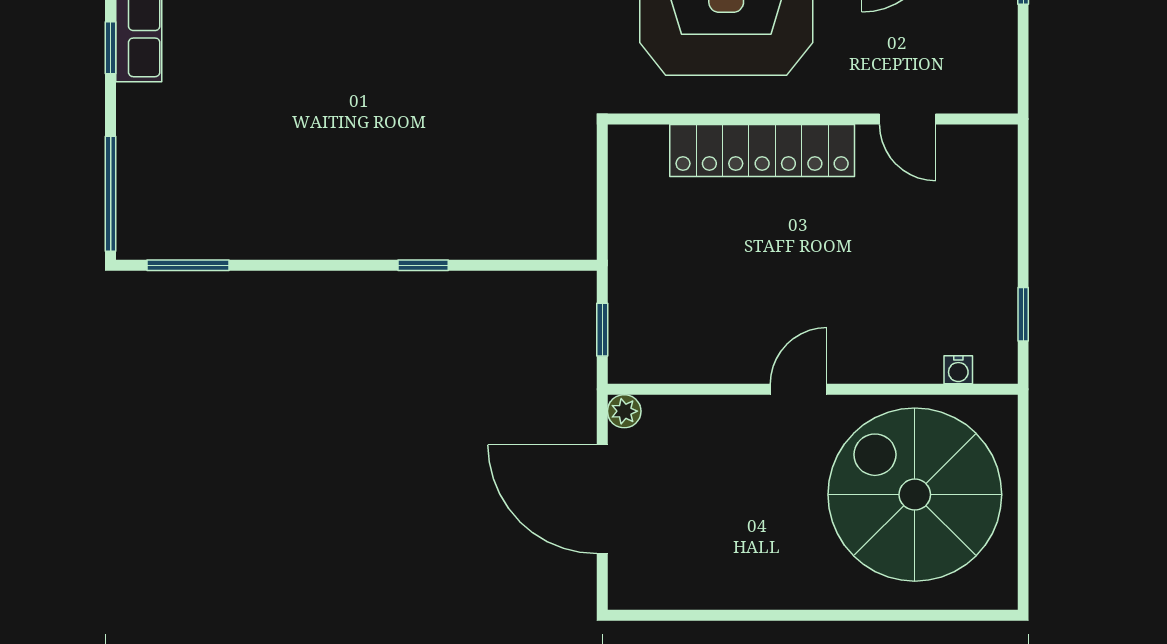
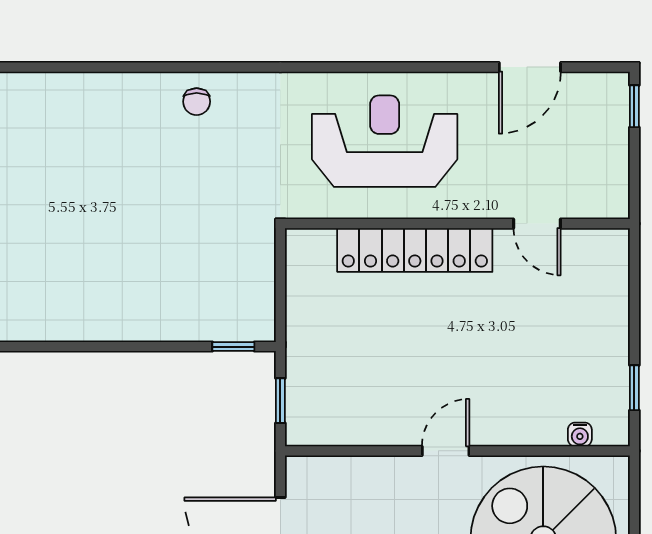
window: (423, 265) -> (233, 347), moved
plant: (624, 411) -> (299, 469), removed

